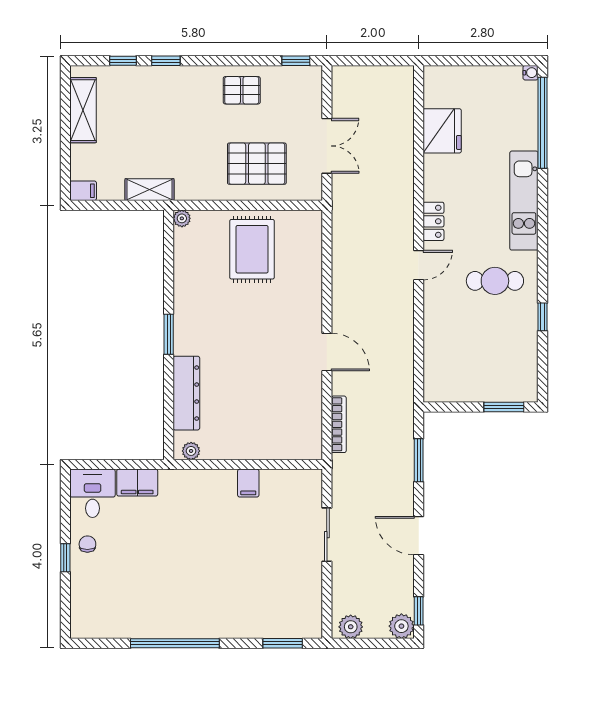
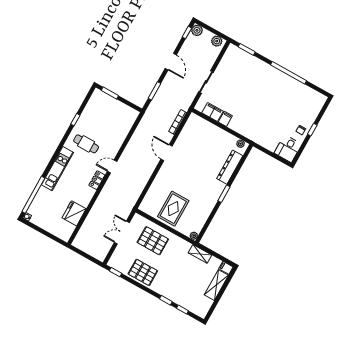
pallet: (242, 90) -> (143, 272), width x1.50, depth x1.42
shelving: (83, 110) -> (216, 285), moved
filing cabinet: (137, 483) -> (213, 112), moved

